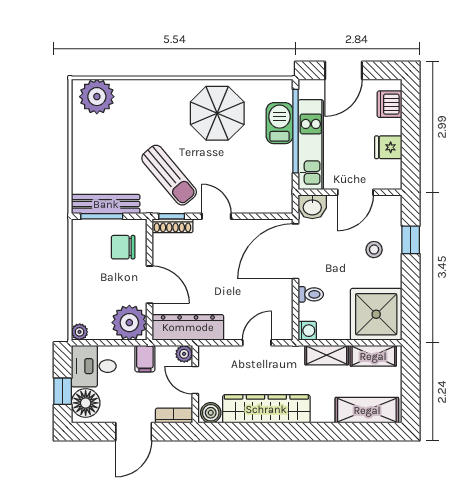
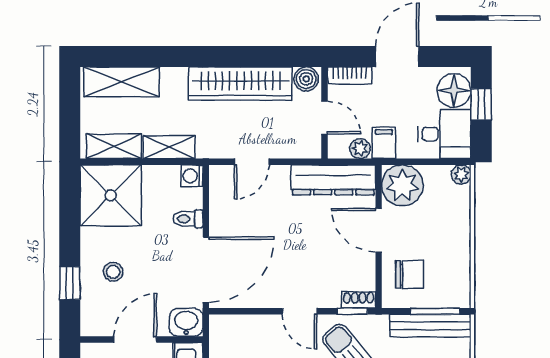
shoe rack: (172, 226) -> (359, 300), width x0.70
plant: (184, 354) -> (360, 148), moved

